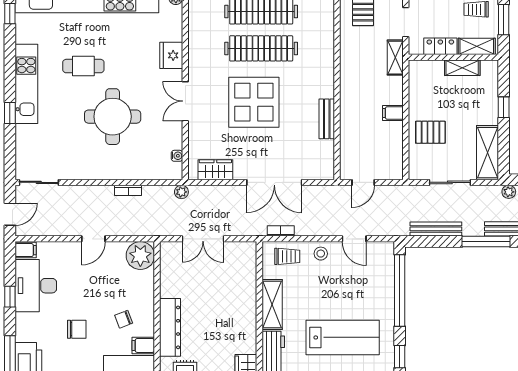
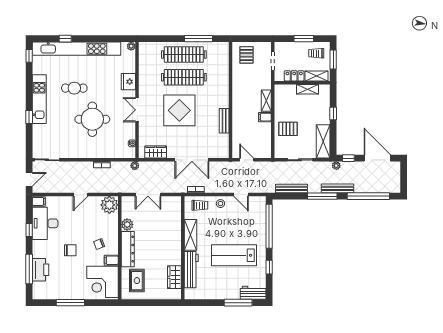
shelving: (395, 58) -> (266, 101), moved
door: (363, 182) -> (247, 160), swing flipped
plant: (169, 288) -> (127, 224), added
lab bench: (343, 337) -> (234, 255), turned 180

